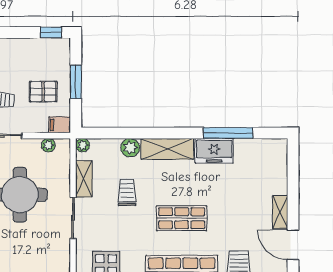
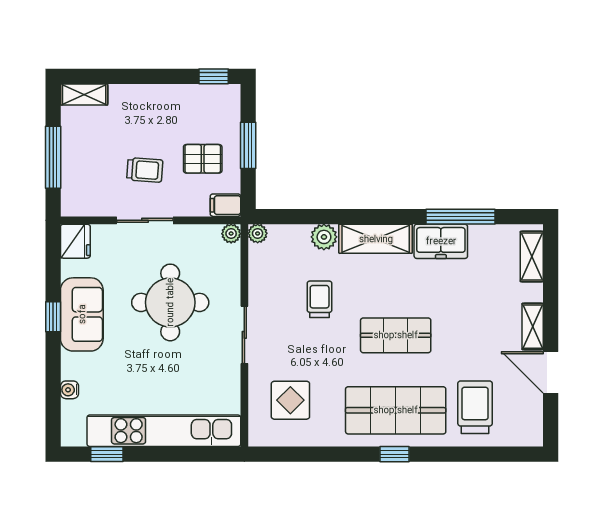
plant: (48, 145) -> (231, 234), moved
shelving: (84, 179) -> (532, 257), moved

